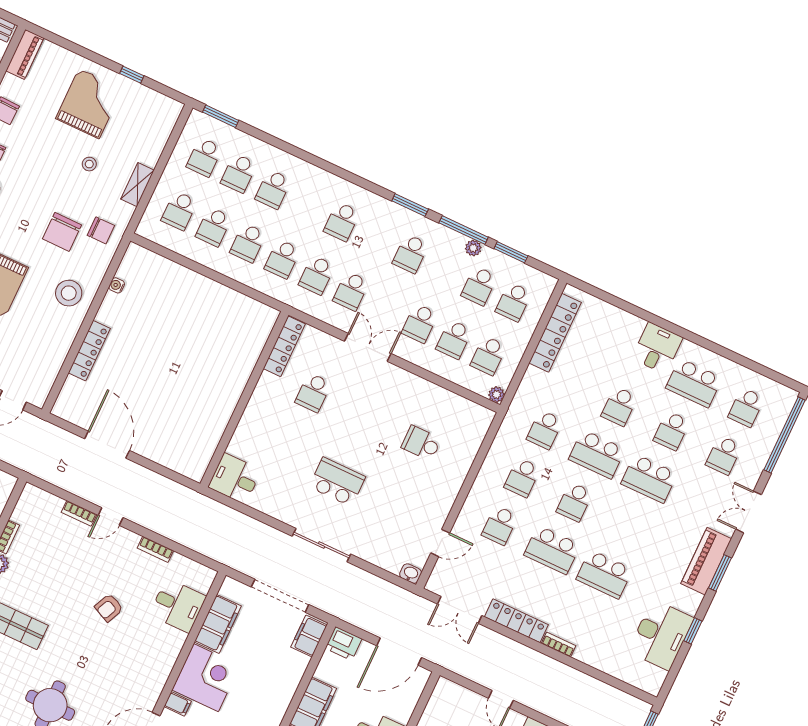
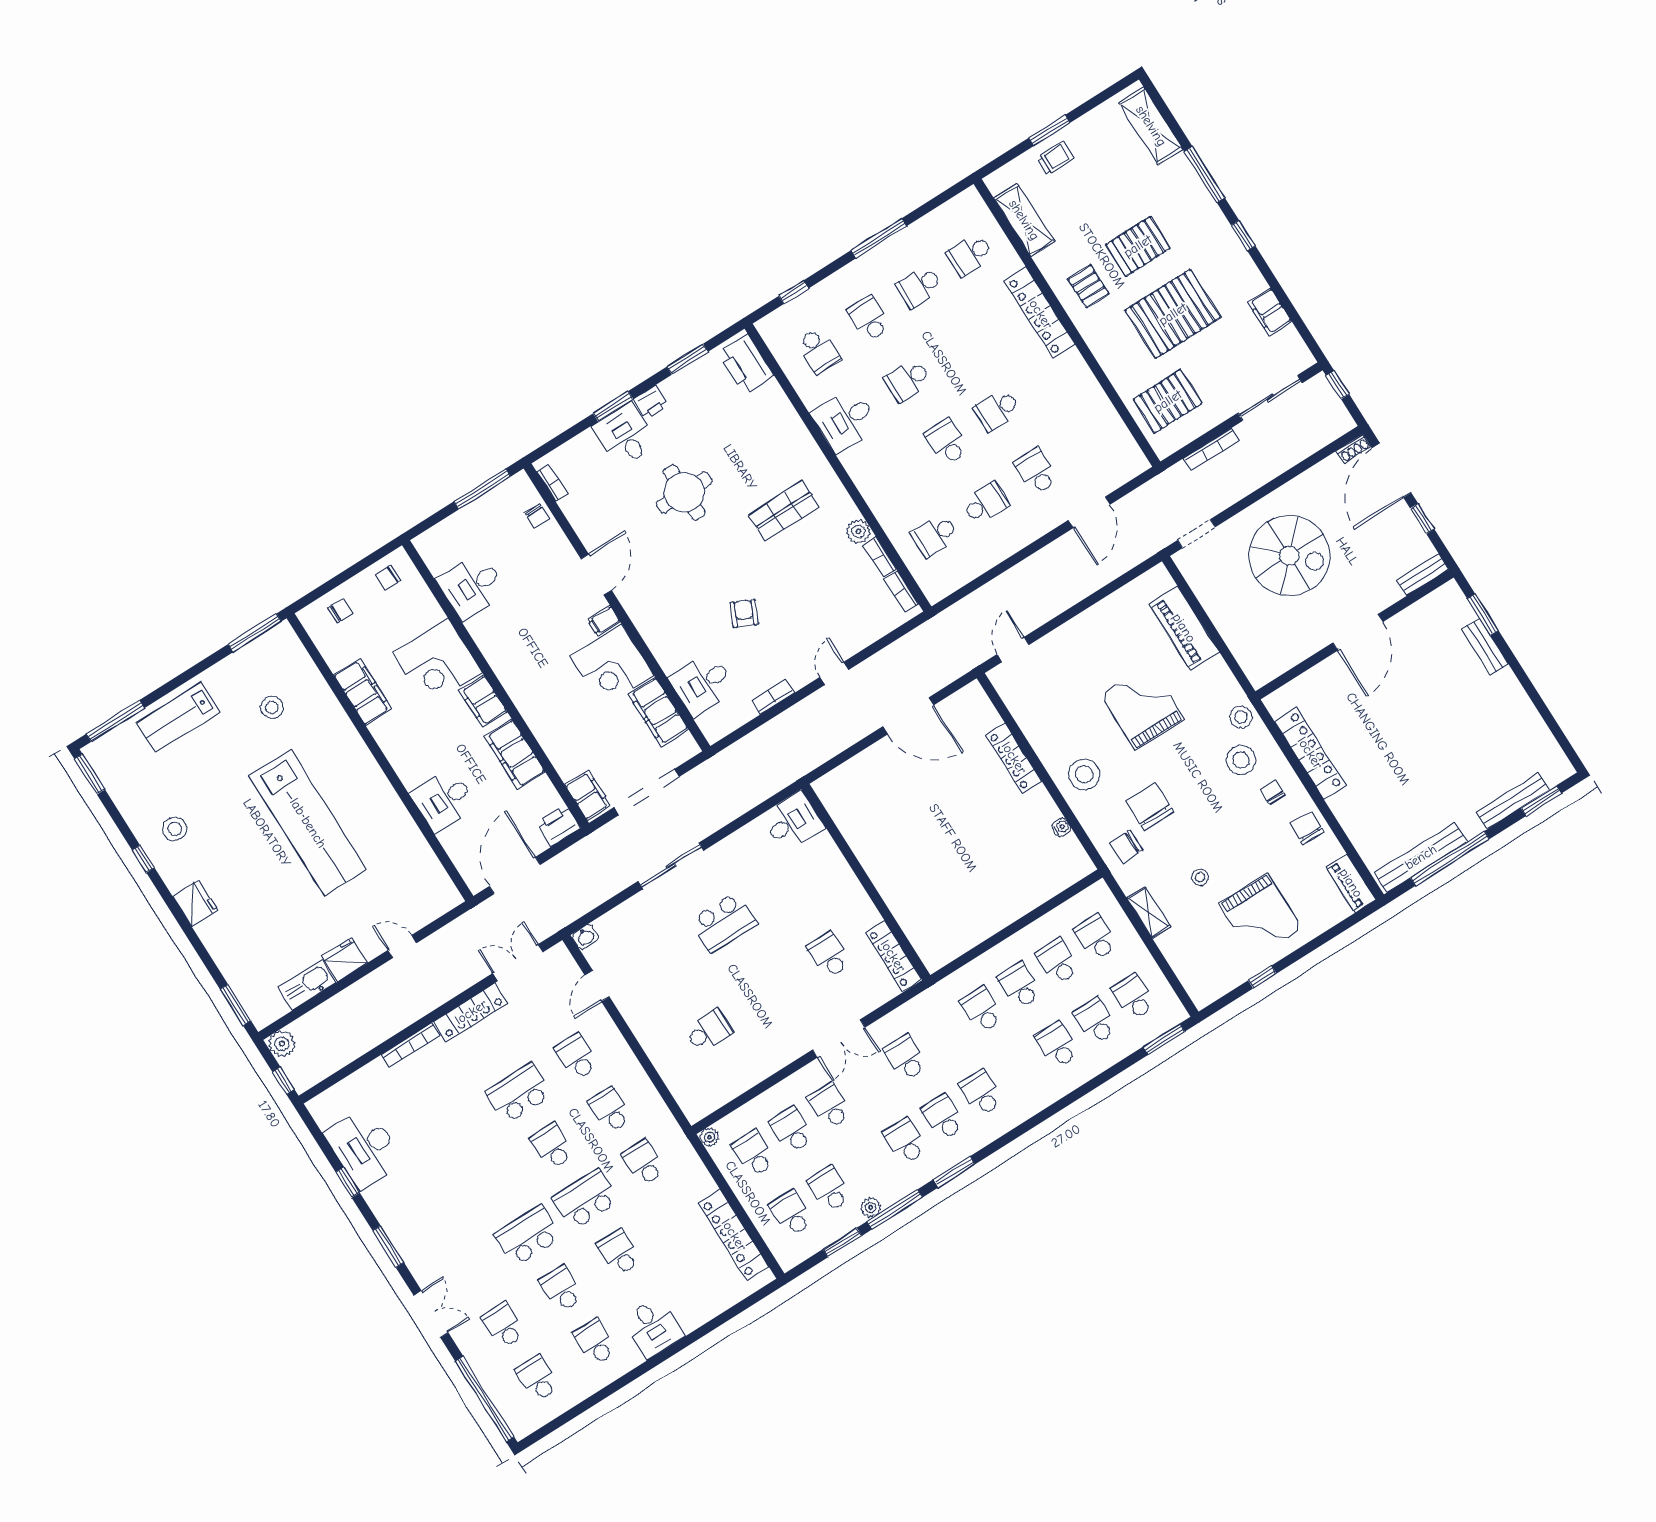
school desk: (317, 275) -> (943, 1117), moved
school desk: (694, 383) -> (595, 1342), width x0.54
bookcase: (79, 513) -> (901, 591), moved, turned -90
piano: (706, 561) -> (409, 1240), removed
school desk: (604, 574) -> (461, 1130), removed
bookcase: (559, 645) -> (411, 1045), width x1.56

